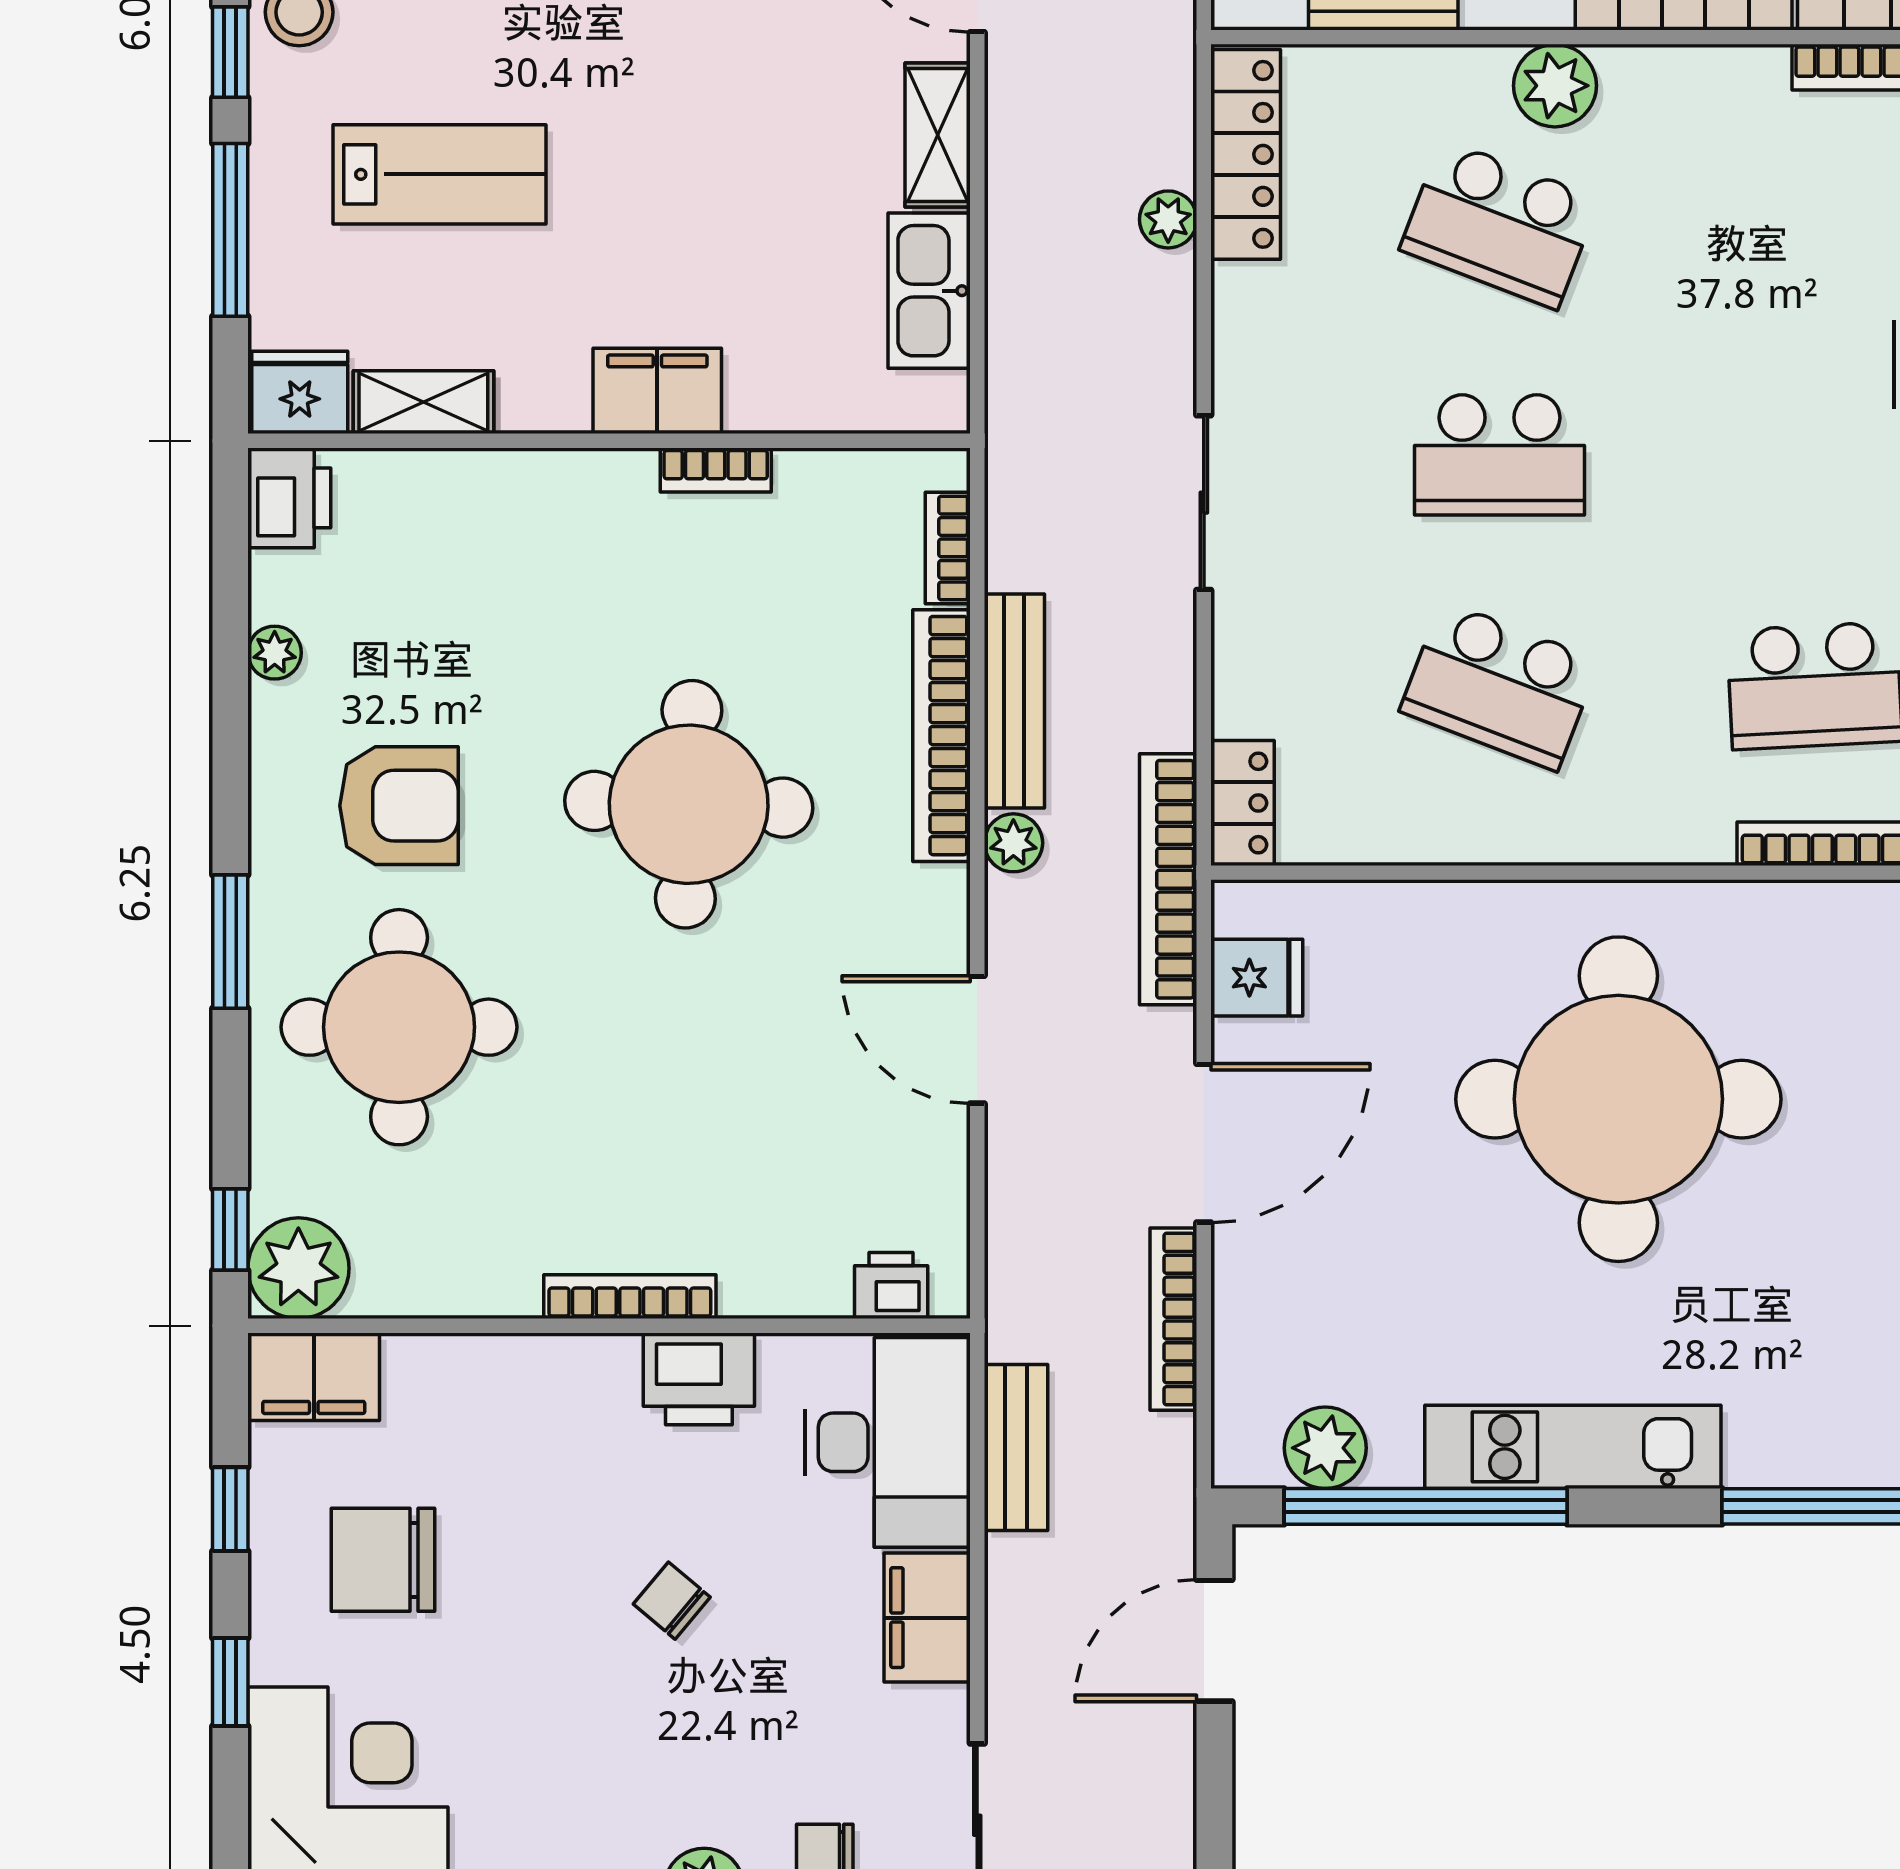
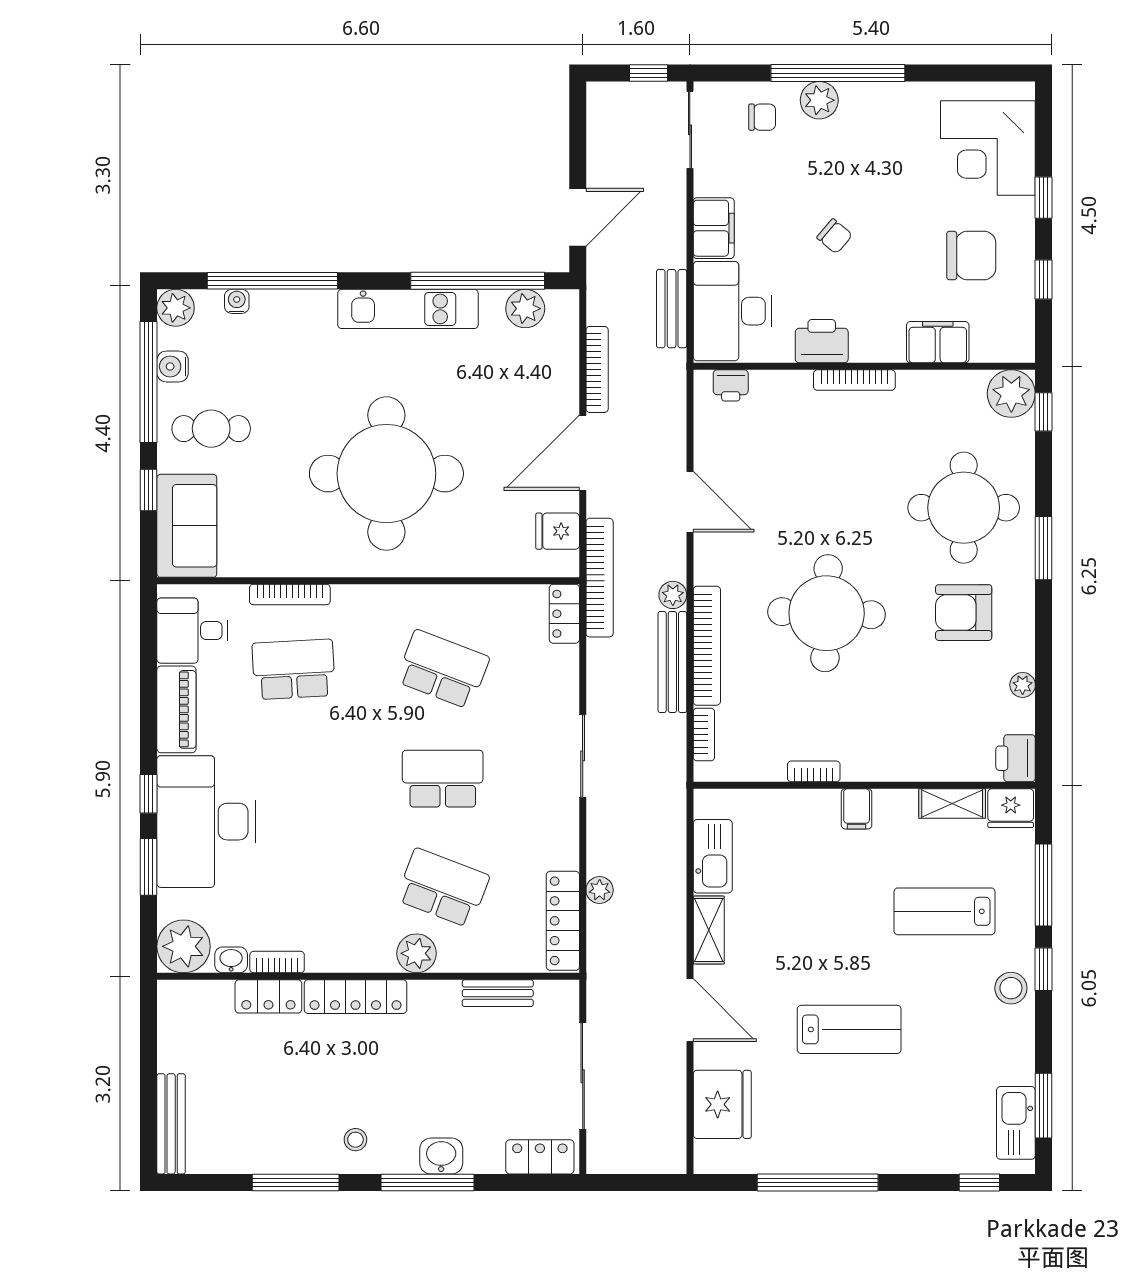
filing cabinet: (657, 391) -> (857, 809), width x0.50
filing cabinet: (314, 1377) -> (938, 342), moved

